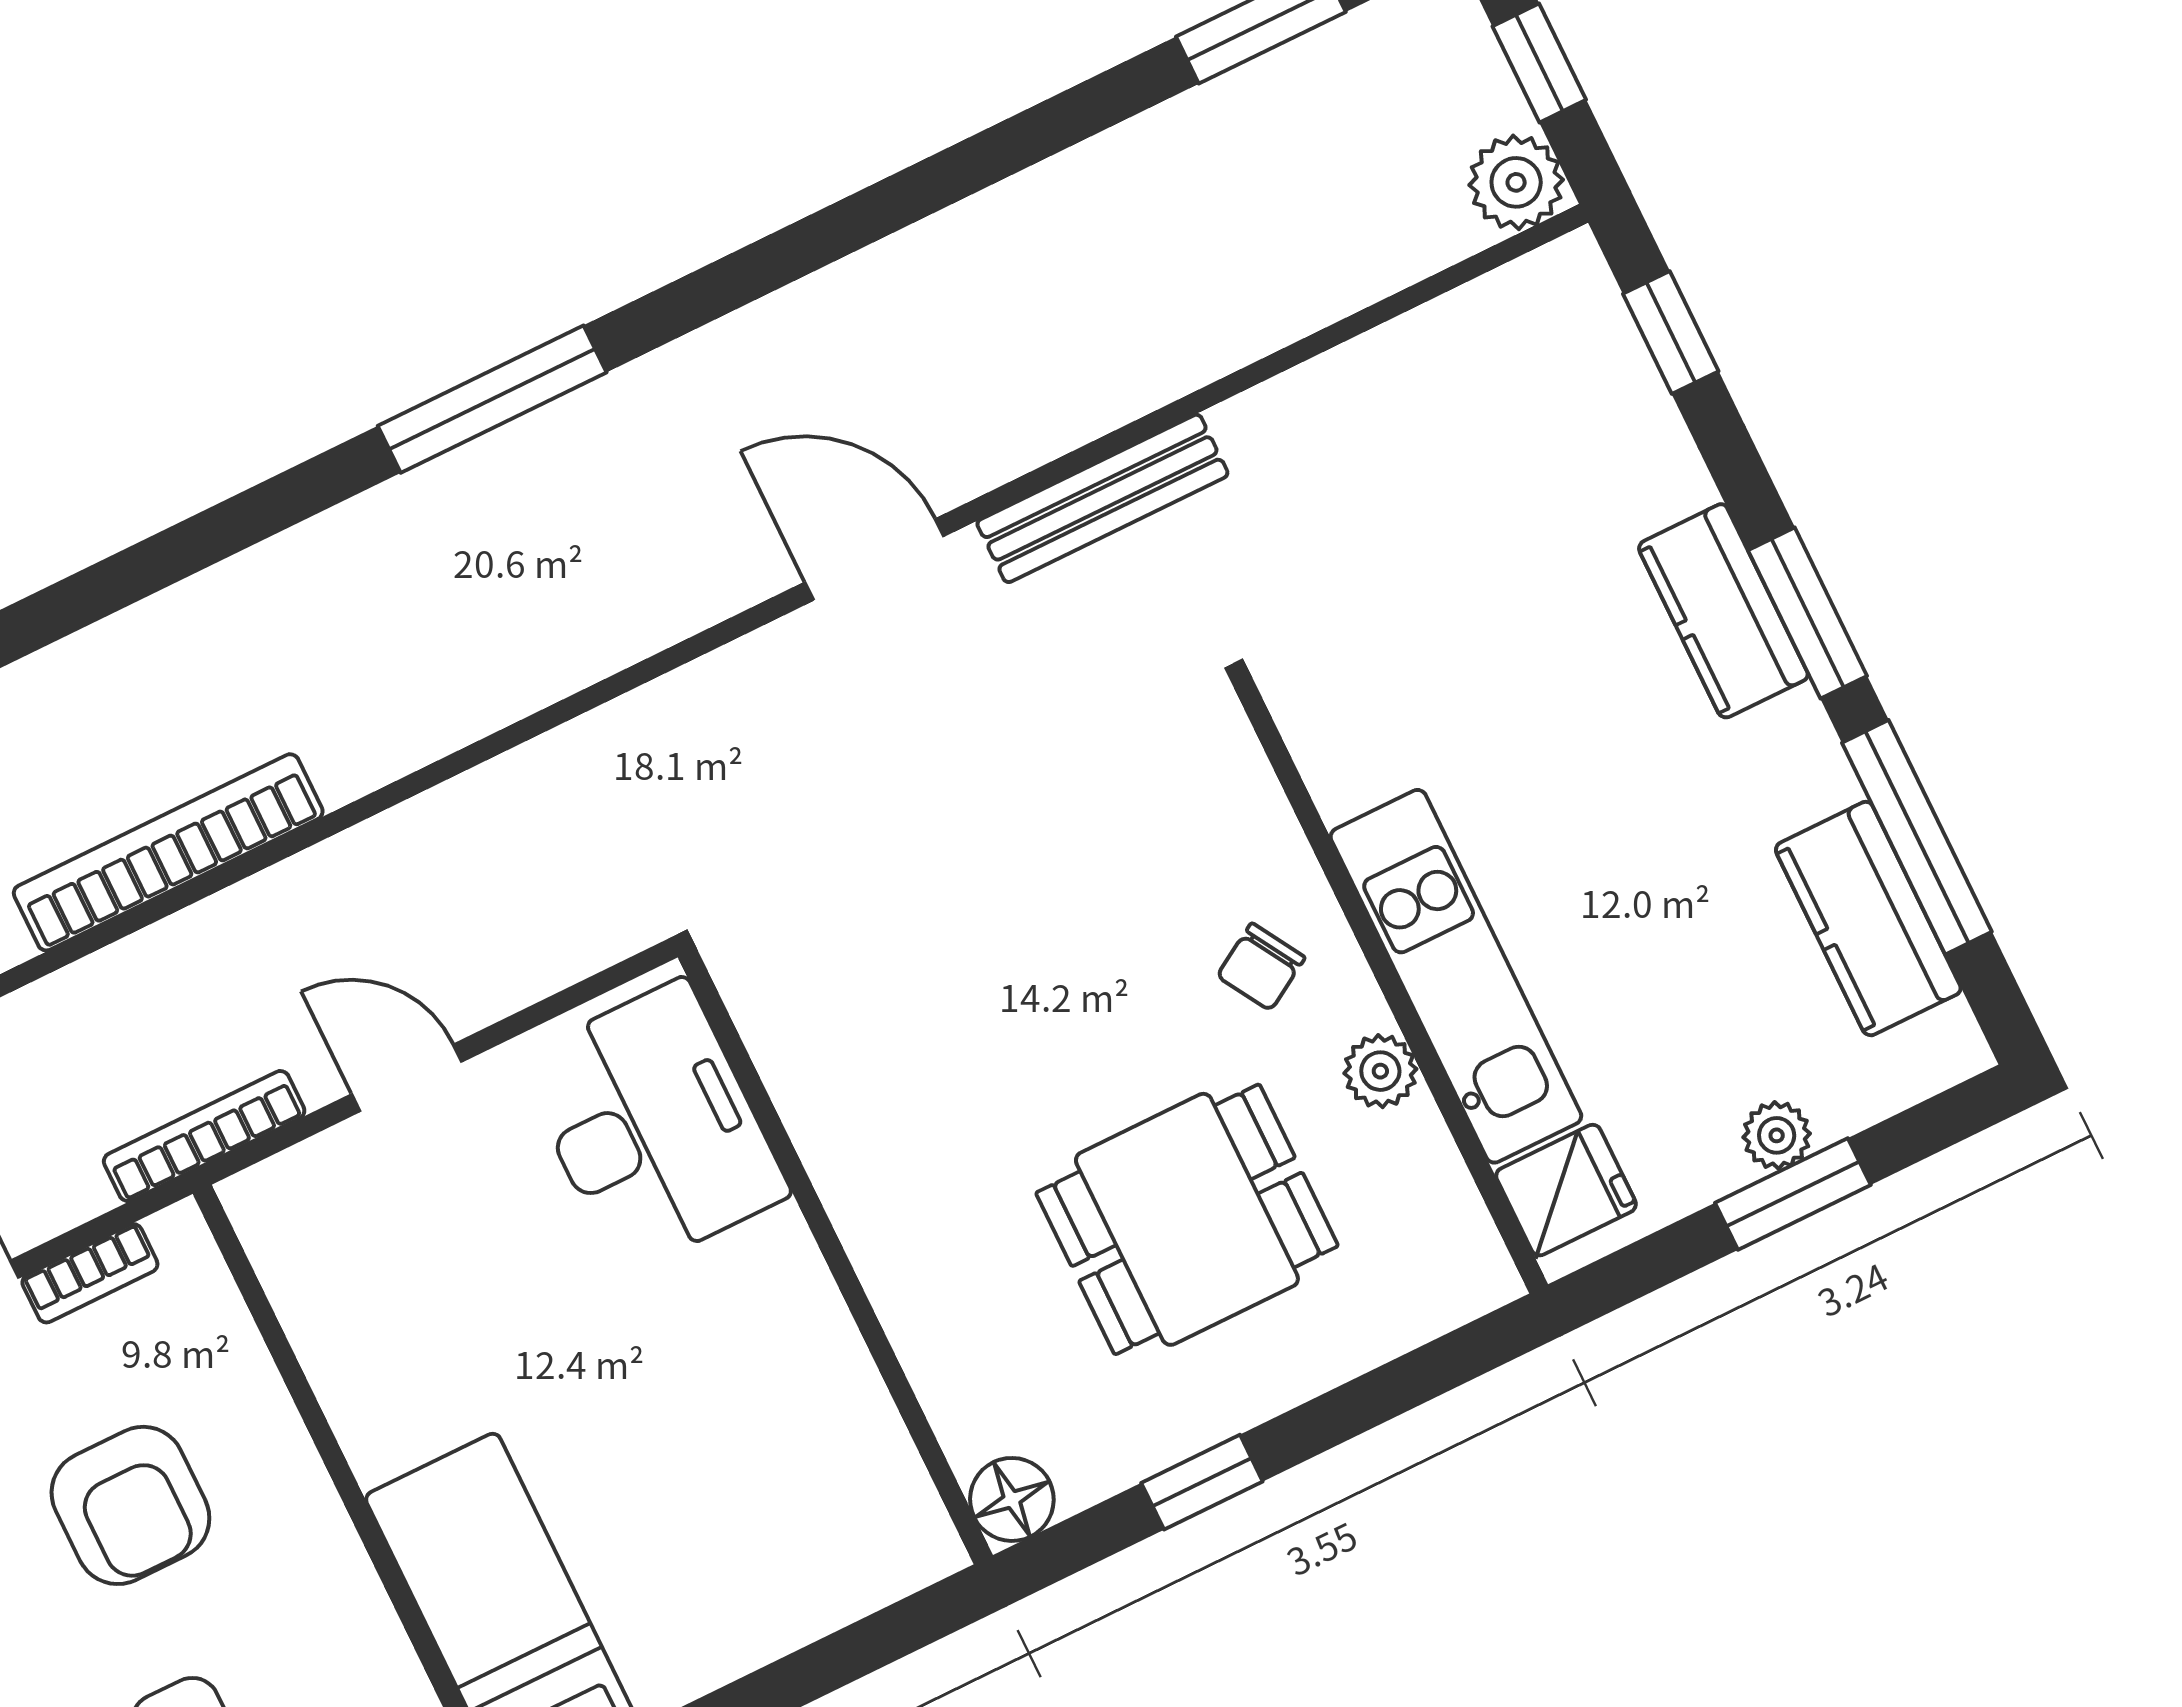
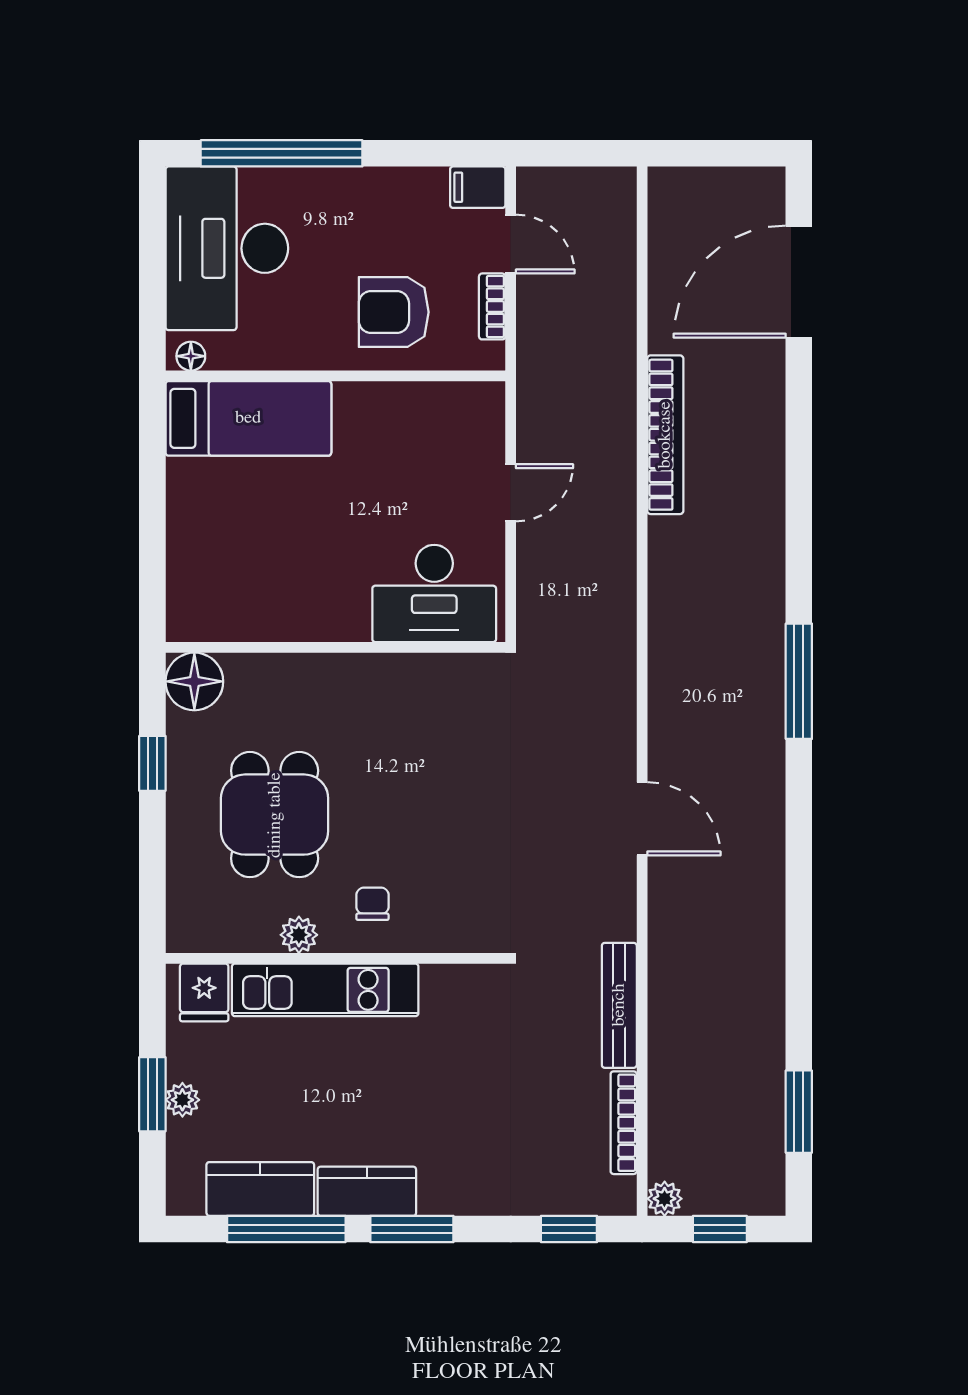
plant: (1516, 182) -> (665, 1199), width x0.73, depth x0.73
bench: (1102, 498) -> (619, 1005), moved
door: (874, 559) -> (642, 819), hinge flipped
kitchen counter: (1723, 611) -> (367, 1191), moved
chair: (1261, 967) -> (372, 904), turned 31
bookcase: (204, 1136) -> (624, 1123), moved, turned 180
floor lamp: (1012, 1499) -> (194, 681), width x1.38, depth x1.38
armchair: (130, 1505) -> (394, 312), moved

